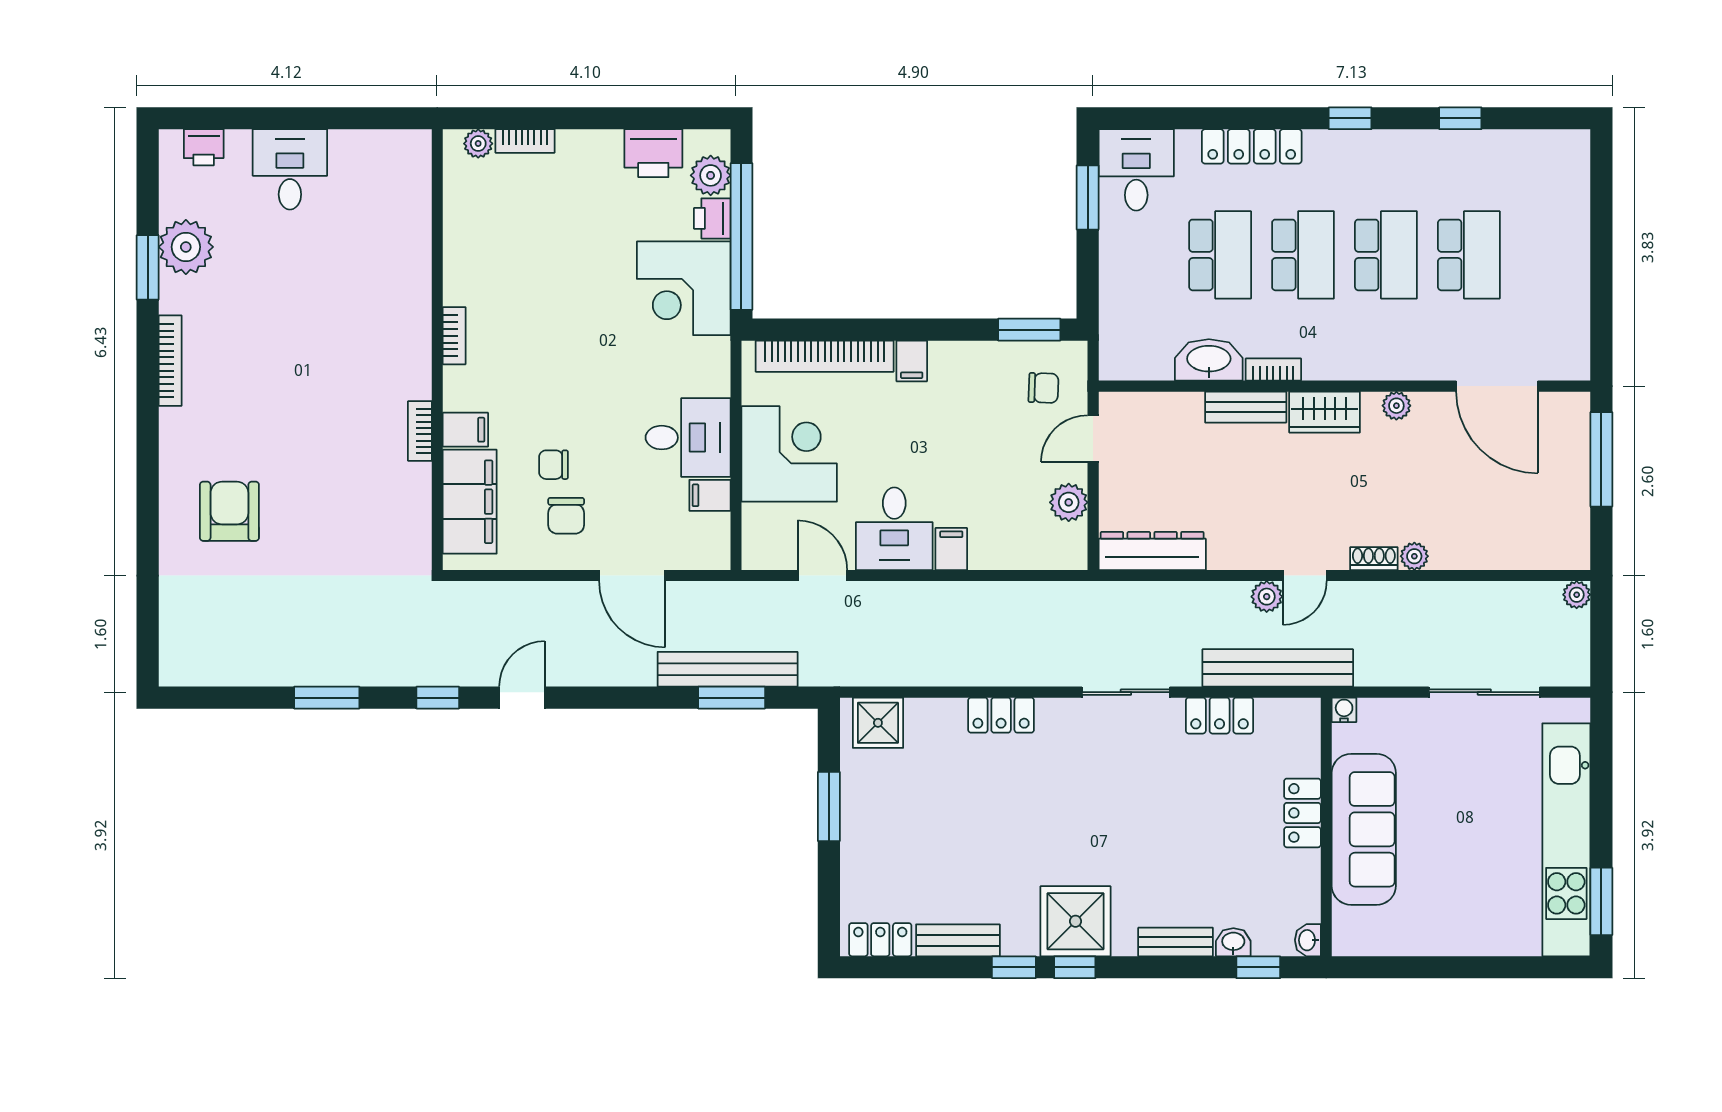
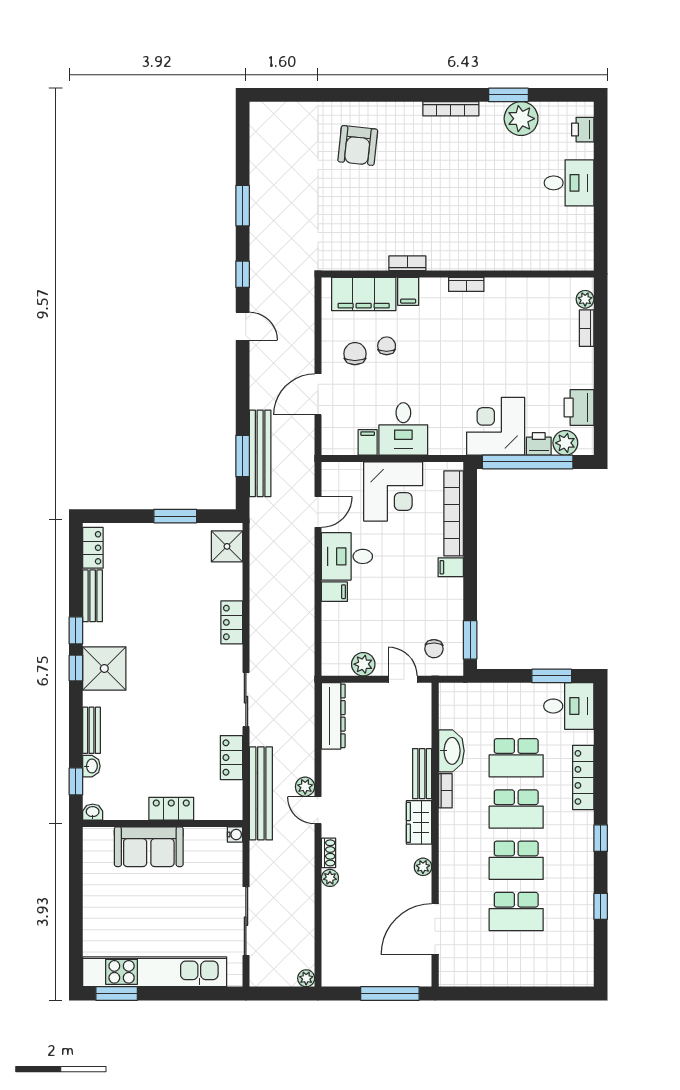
armchair: (229, 511) -> (358, 145), turned 96
chair: (566, 516) -> (355, 354), turned 90
sofa: (1364, 829) -> (149, 847), width x0.73

